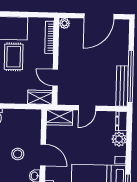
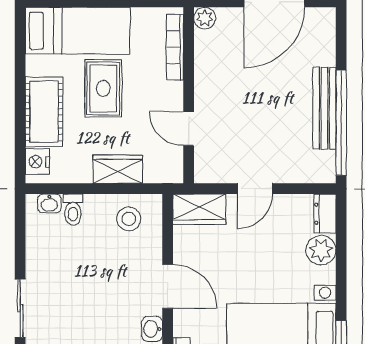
bench: (122, 86) -> (324, 108), moved
wardrobe: (40, 97) -> (118, 169), moved
stool: (18, 154) -> (129, 219), moved

